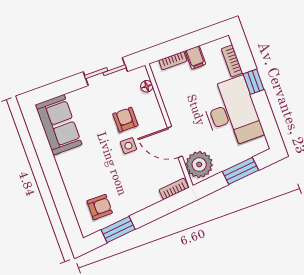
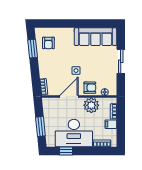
sliding door: (105, 72) -> (121, 61), moved
window: (254, 82) -> (66, 151), moved
armchair: (125, 120) -> (90, 88), moved
sofa: (58, 125) -> (95, 37), width x1.36
plant: (199, 165) -> (91, 105), moved

